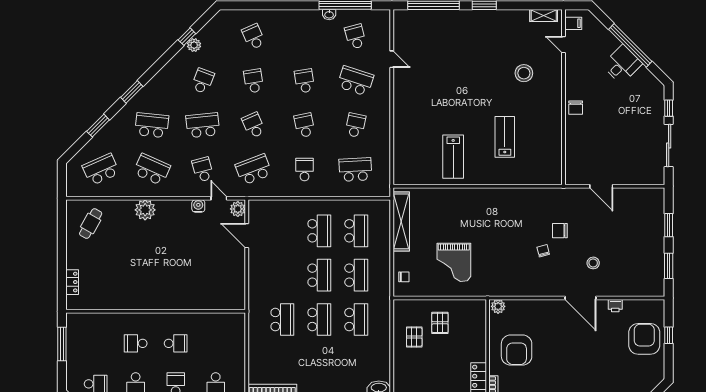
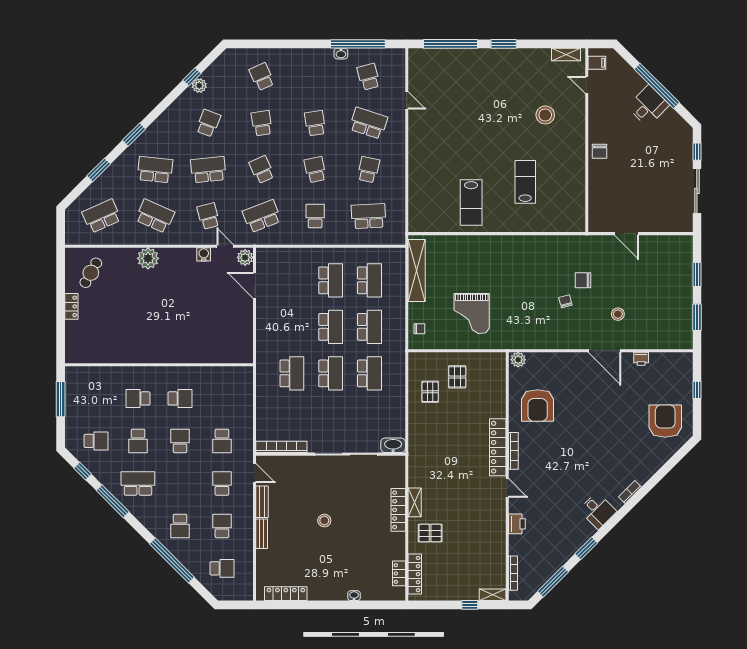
locker: (72, 282) -> (71, 306), moved
armchair: (644, 339) -> (665, 421), moved

